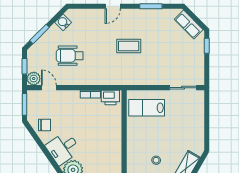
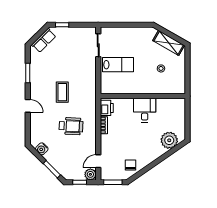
wheelchair: (70, 56) -> (71, 126), moved, turned -87
lab bench: (147, 108) -> (118, 65), moved, turned -90
desk: (63, 148) -> (145, 110), moved, turned -145

